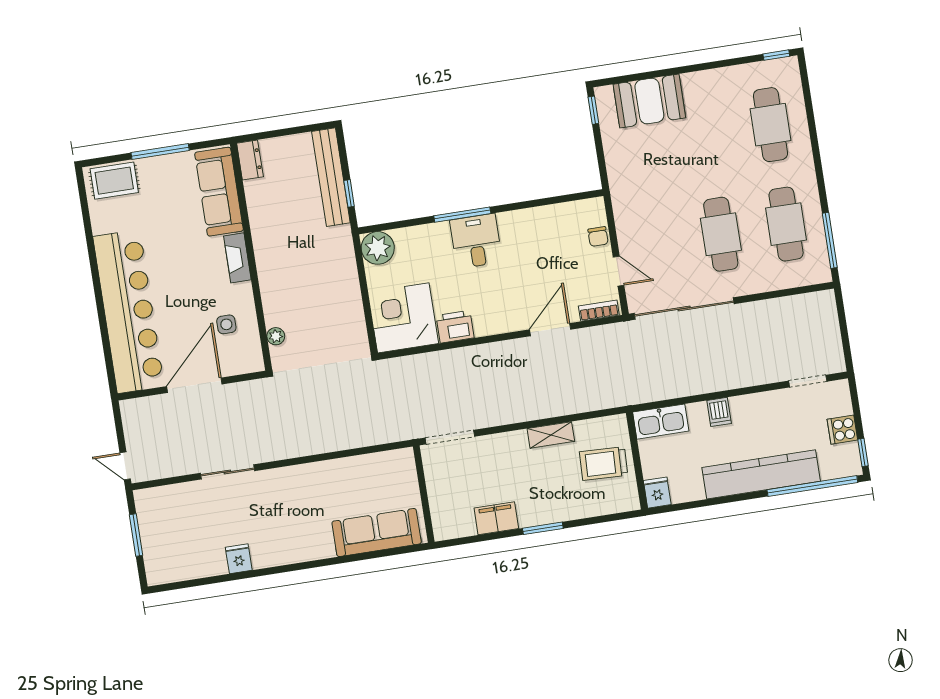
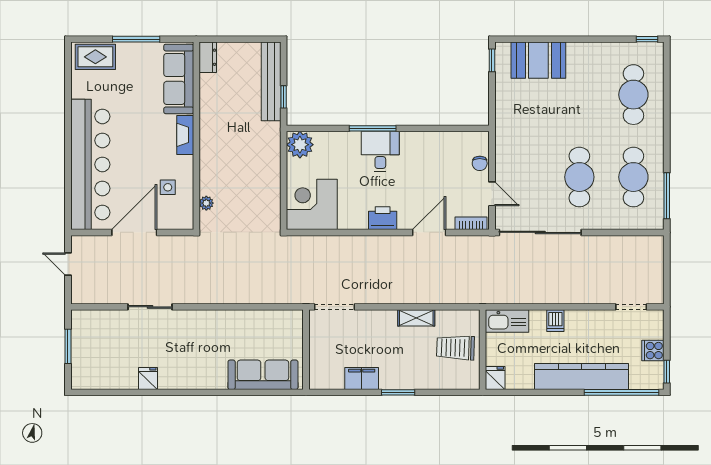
printer: (455, 327) -> (383, 218), moved
door: (125, 466) -> (68, 264), moved

